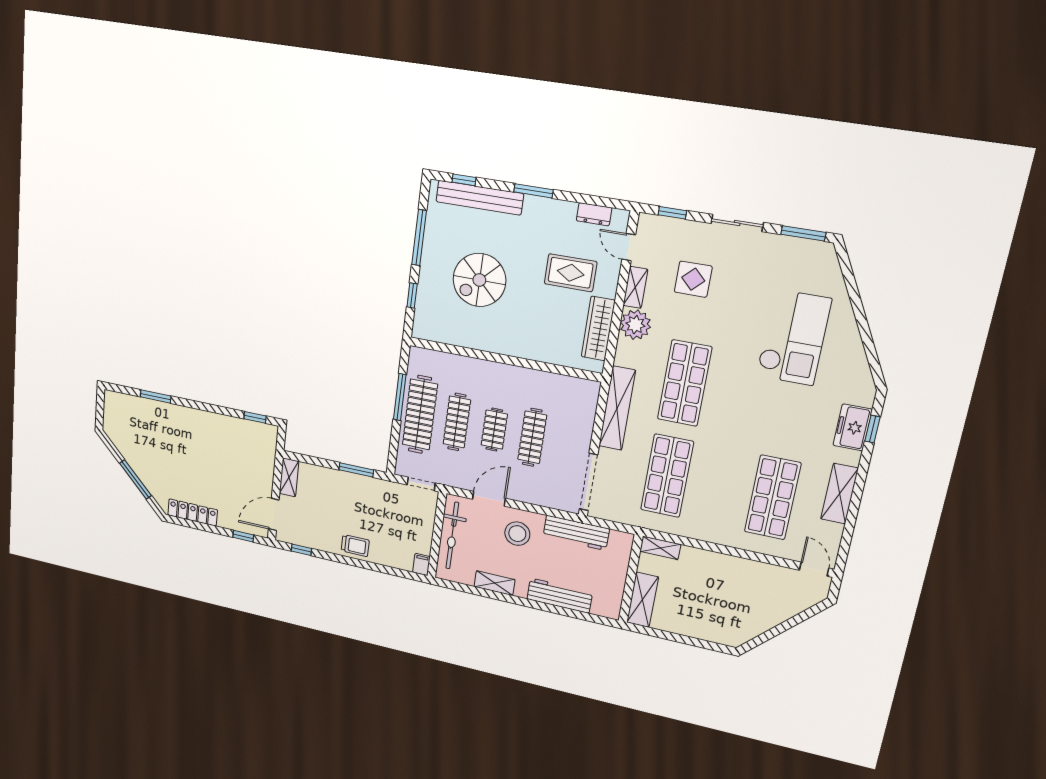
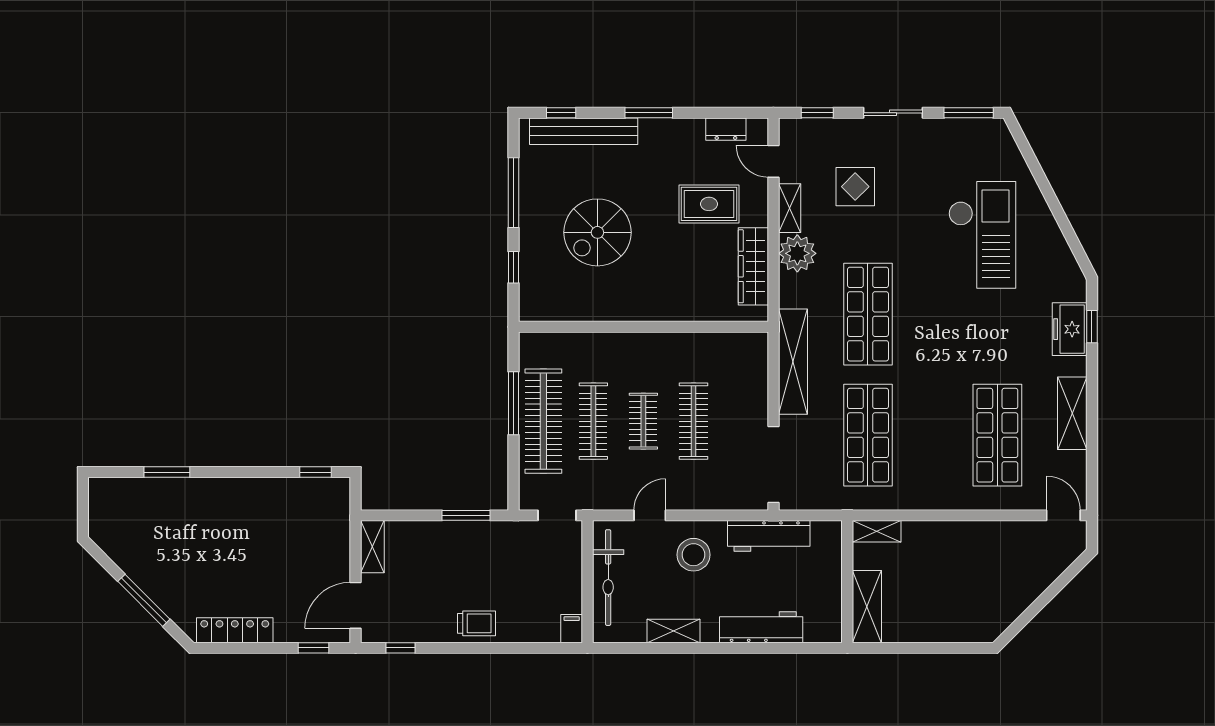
door: (489, 499) -> (650, 515), width x0.73

